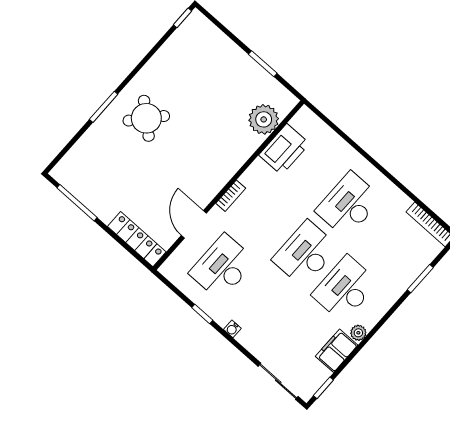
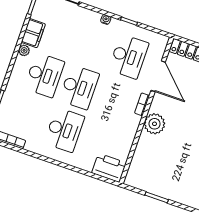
plant: (264, 119) -> (155, 124), moved
printer: (284, 149) -> (109, 168), moved, turned 90
door: (194, 224) -> (158, 76), width x1.36

